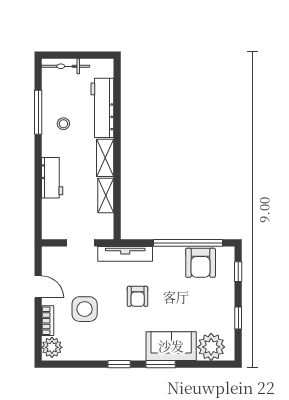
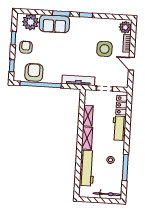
locker: (50, 217) -> (122, 105), added
armchair: (138, 296) -> (26, 47), moved

